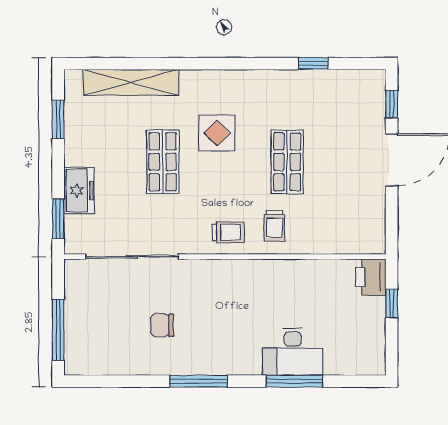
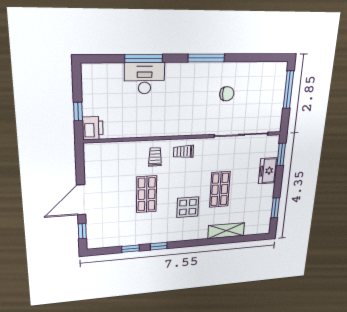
window: (265, 64) -> (159, 246), added
shelving: (131, 82) -> (226, 231), width x0.68

